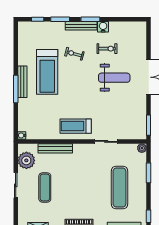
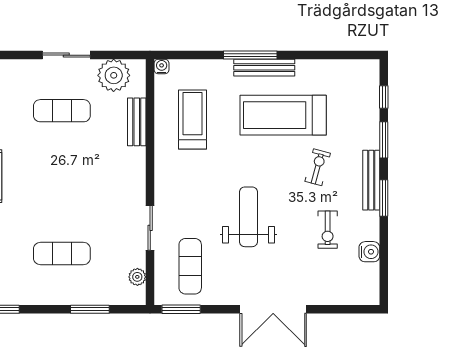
water cooler: (103, 27) -> (369, 252), moved
weight bench: (114, 78) -> (248, 217), moved, turned 180
exercise mat: (126, 120) -> (190, 266), added
treadmill: (76, 126) -> (193, 120), moved
bench: (55, 148) -> (137, 122), width x0.73
plant: (142, 148) -> (137, 277), moved
exercise mat: (119, 187) -> (62, 254), width x0.73, depth x0.69

